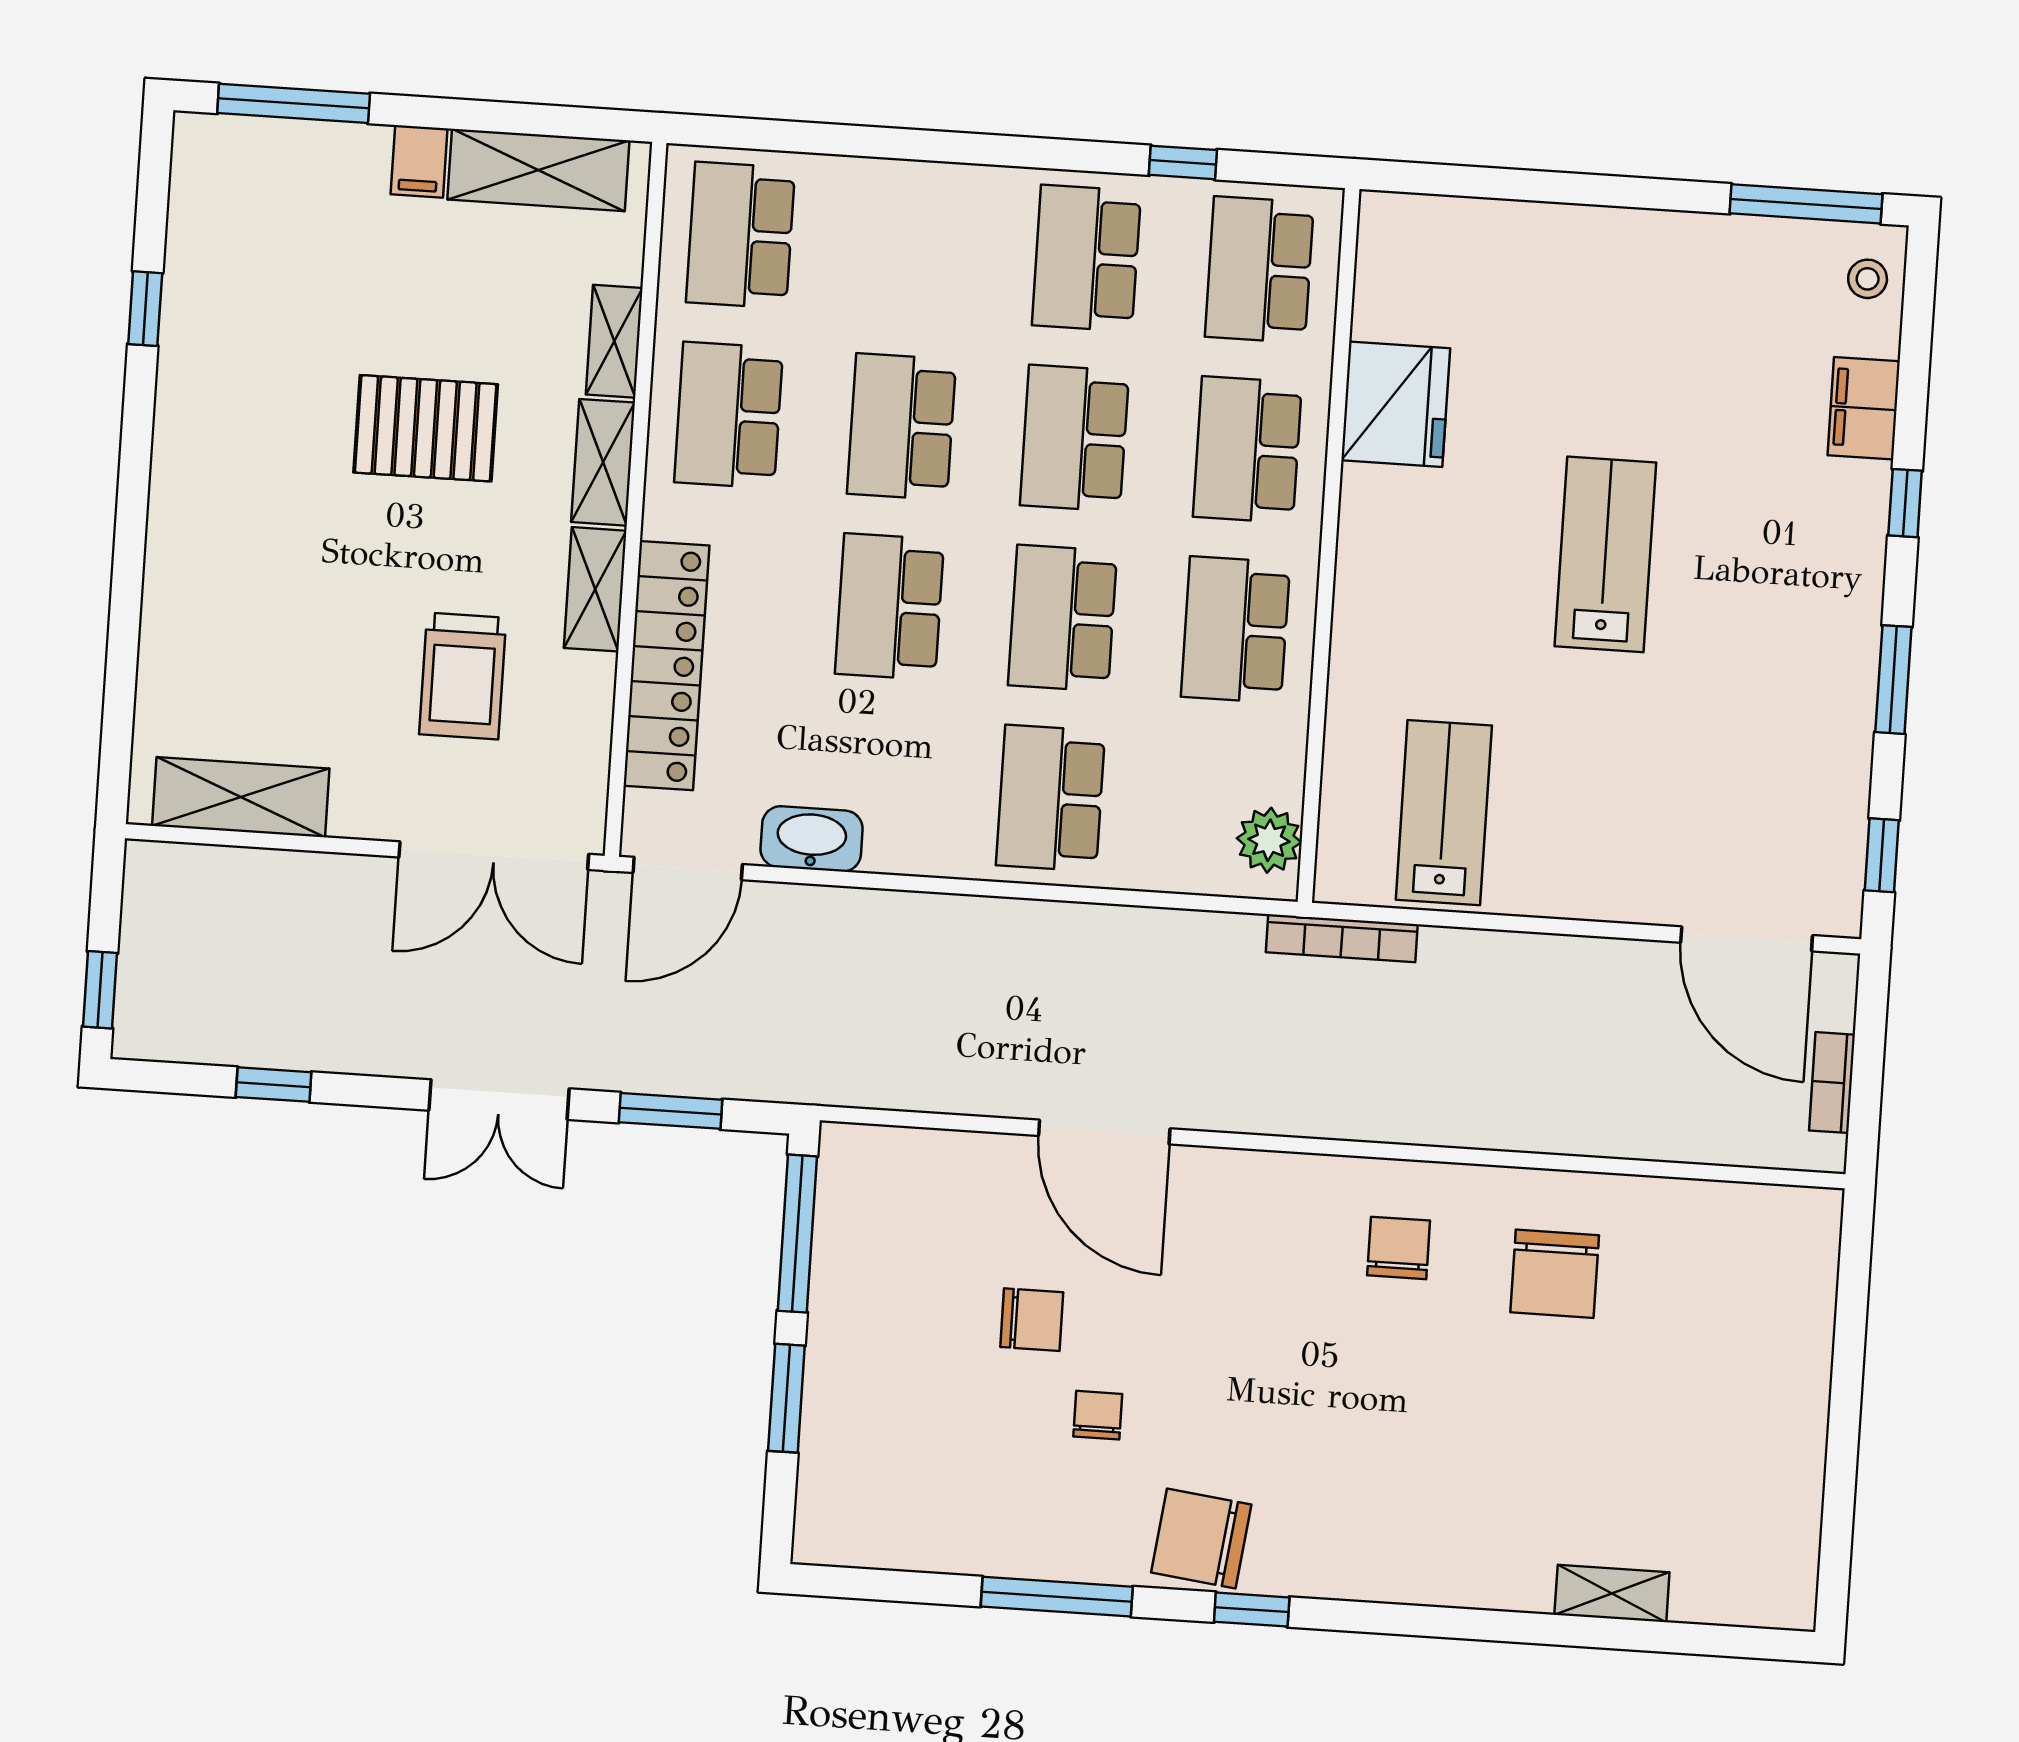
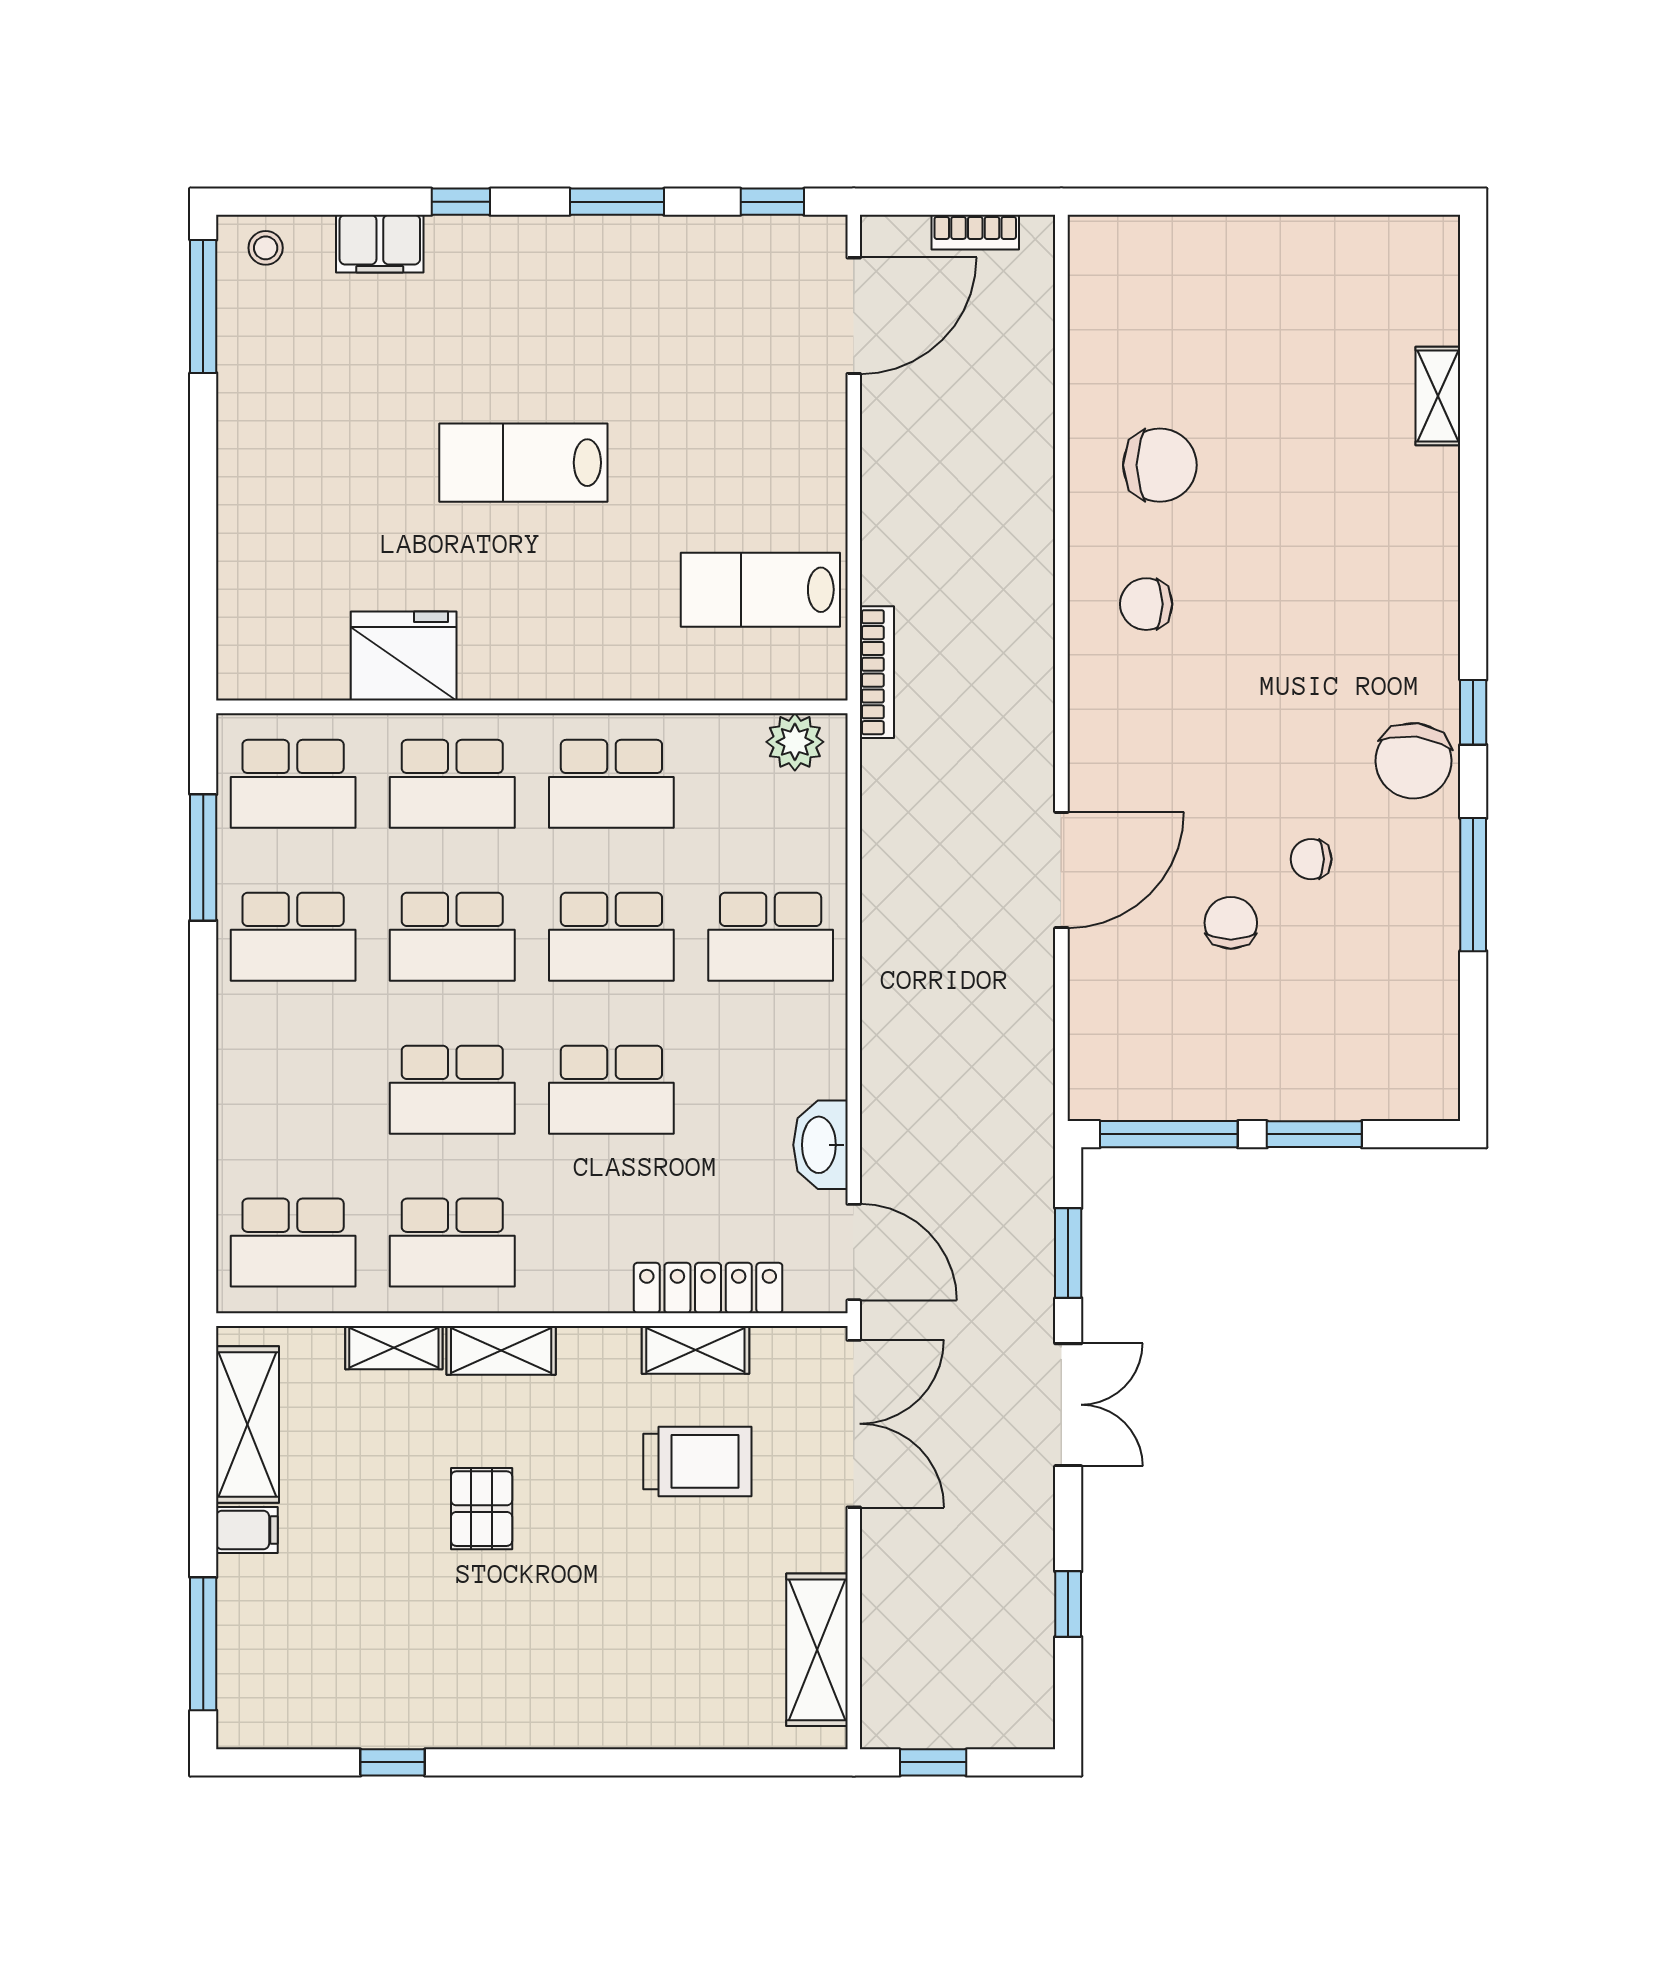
window: (1183, 162) -> (203, 857), width x2.17
pallet: (426, 428) -> (482, 1509), width x0.67, depth x0.71
shelving: (595, 589) -> (695, 1350), moved
locker: (666, 666) -> (708, 1288), width x0.71, depth x0.83
window: (100, 990) -> (933, 1762), moved

